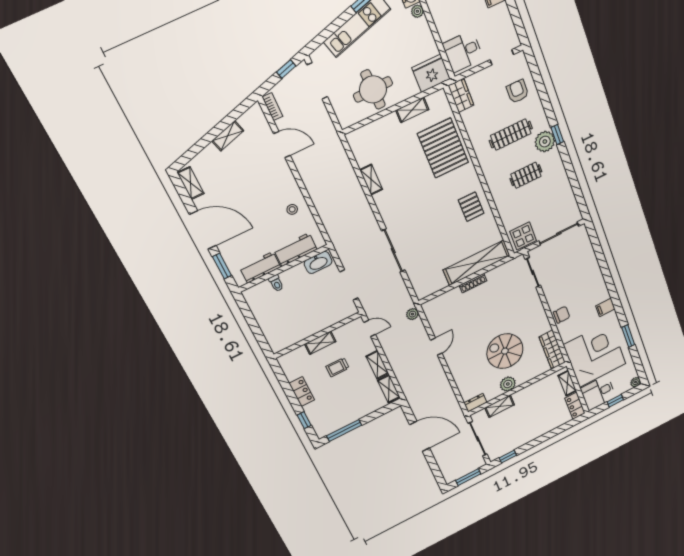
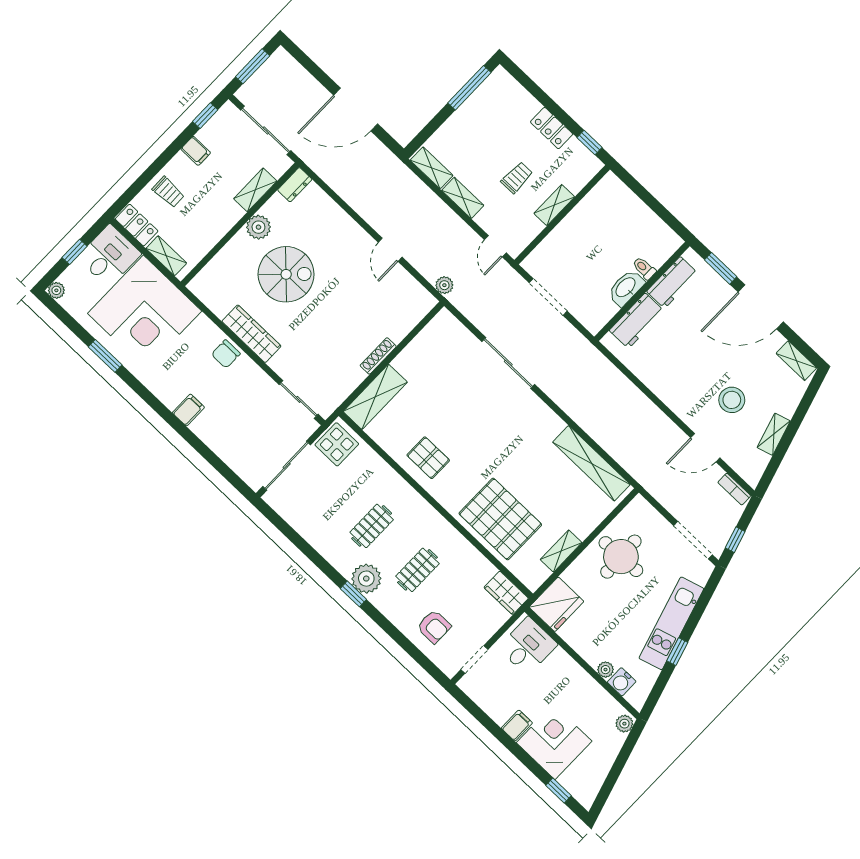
clothes rail: (511, 135) -> (417, 570), width x0.73
shelving: (371, 180) -> (591, 463), width x2.20, depth x1.33
stool: (292, 209) -> (732, 400), moved, width x1.89, depth x1.89
washbasin: (318, 262) -> (626, 288), moved
shelving: (477, 263) -> (375, 397), width x0.68
filing cabinet: (605, 307) -> (188, 410), moved
door: (370, 328) -> (495, 246), hinge flipped
wardrobe: (552, 350) -> (251, 334), moved
trolley: (549, 419) -> (168, 192), added
window: (304, 420) -> (589, 143), moved
filing cabinet: (522, 438) -> (196, 151), added

